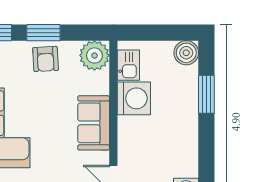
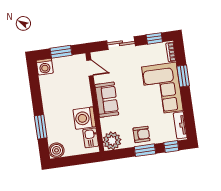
armchair: (46, 59) -> (141, 134), turned 93

